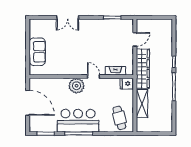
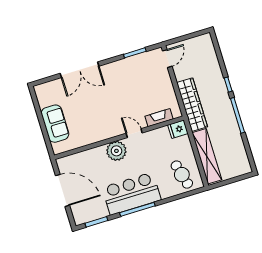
double door: (68, 17) -> (80, 70), width x1.37
door: (135, 39) -> (167, 59), moved
shelving: (142, 104) -> (207, 156), width x1.47

